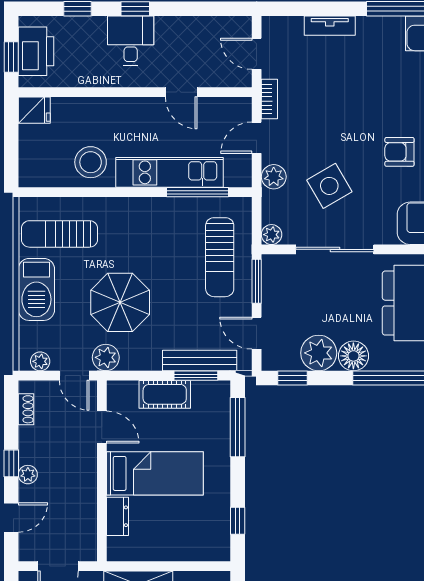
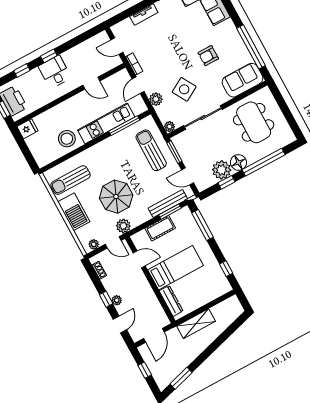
sun lounger: (220, 257) -> (151, 150), turned 180
window: (293, 378) -> (227, 182), moved
dresser: (117, 516) -> (171, 301), width x1.44

